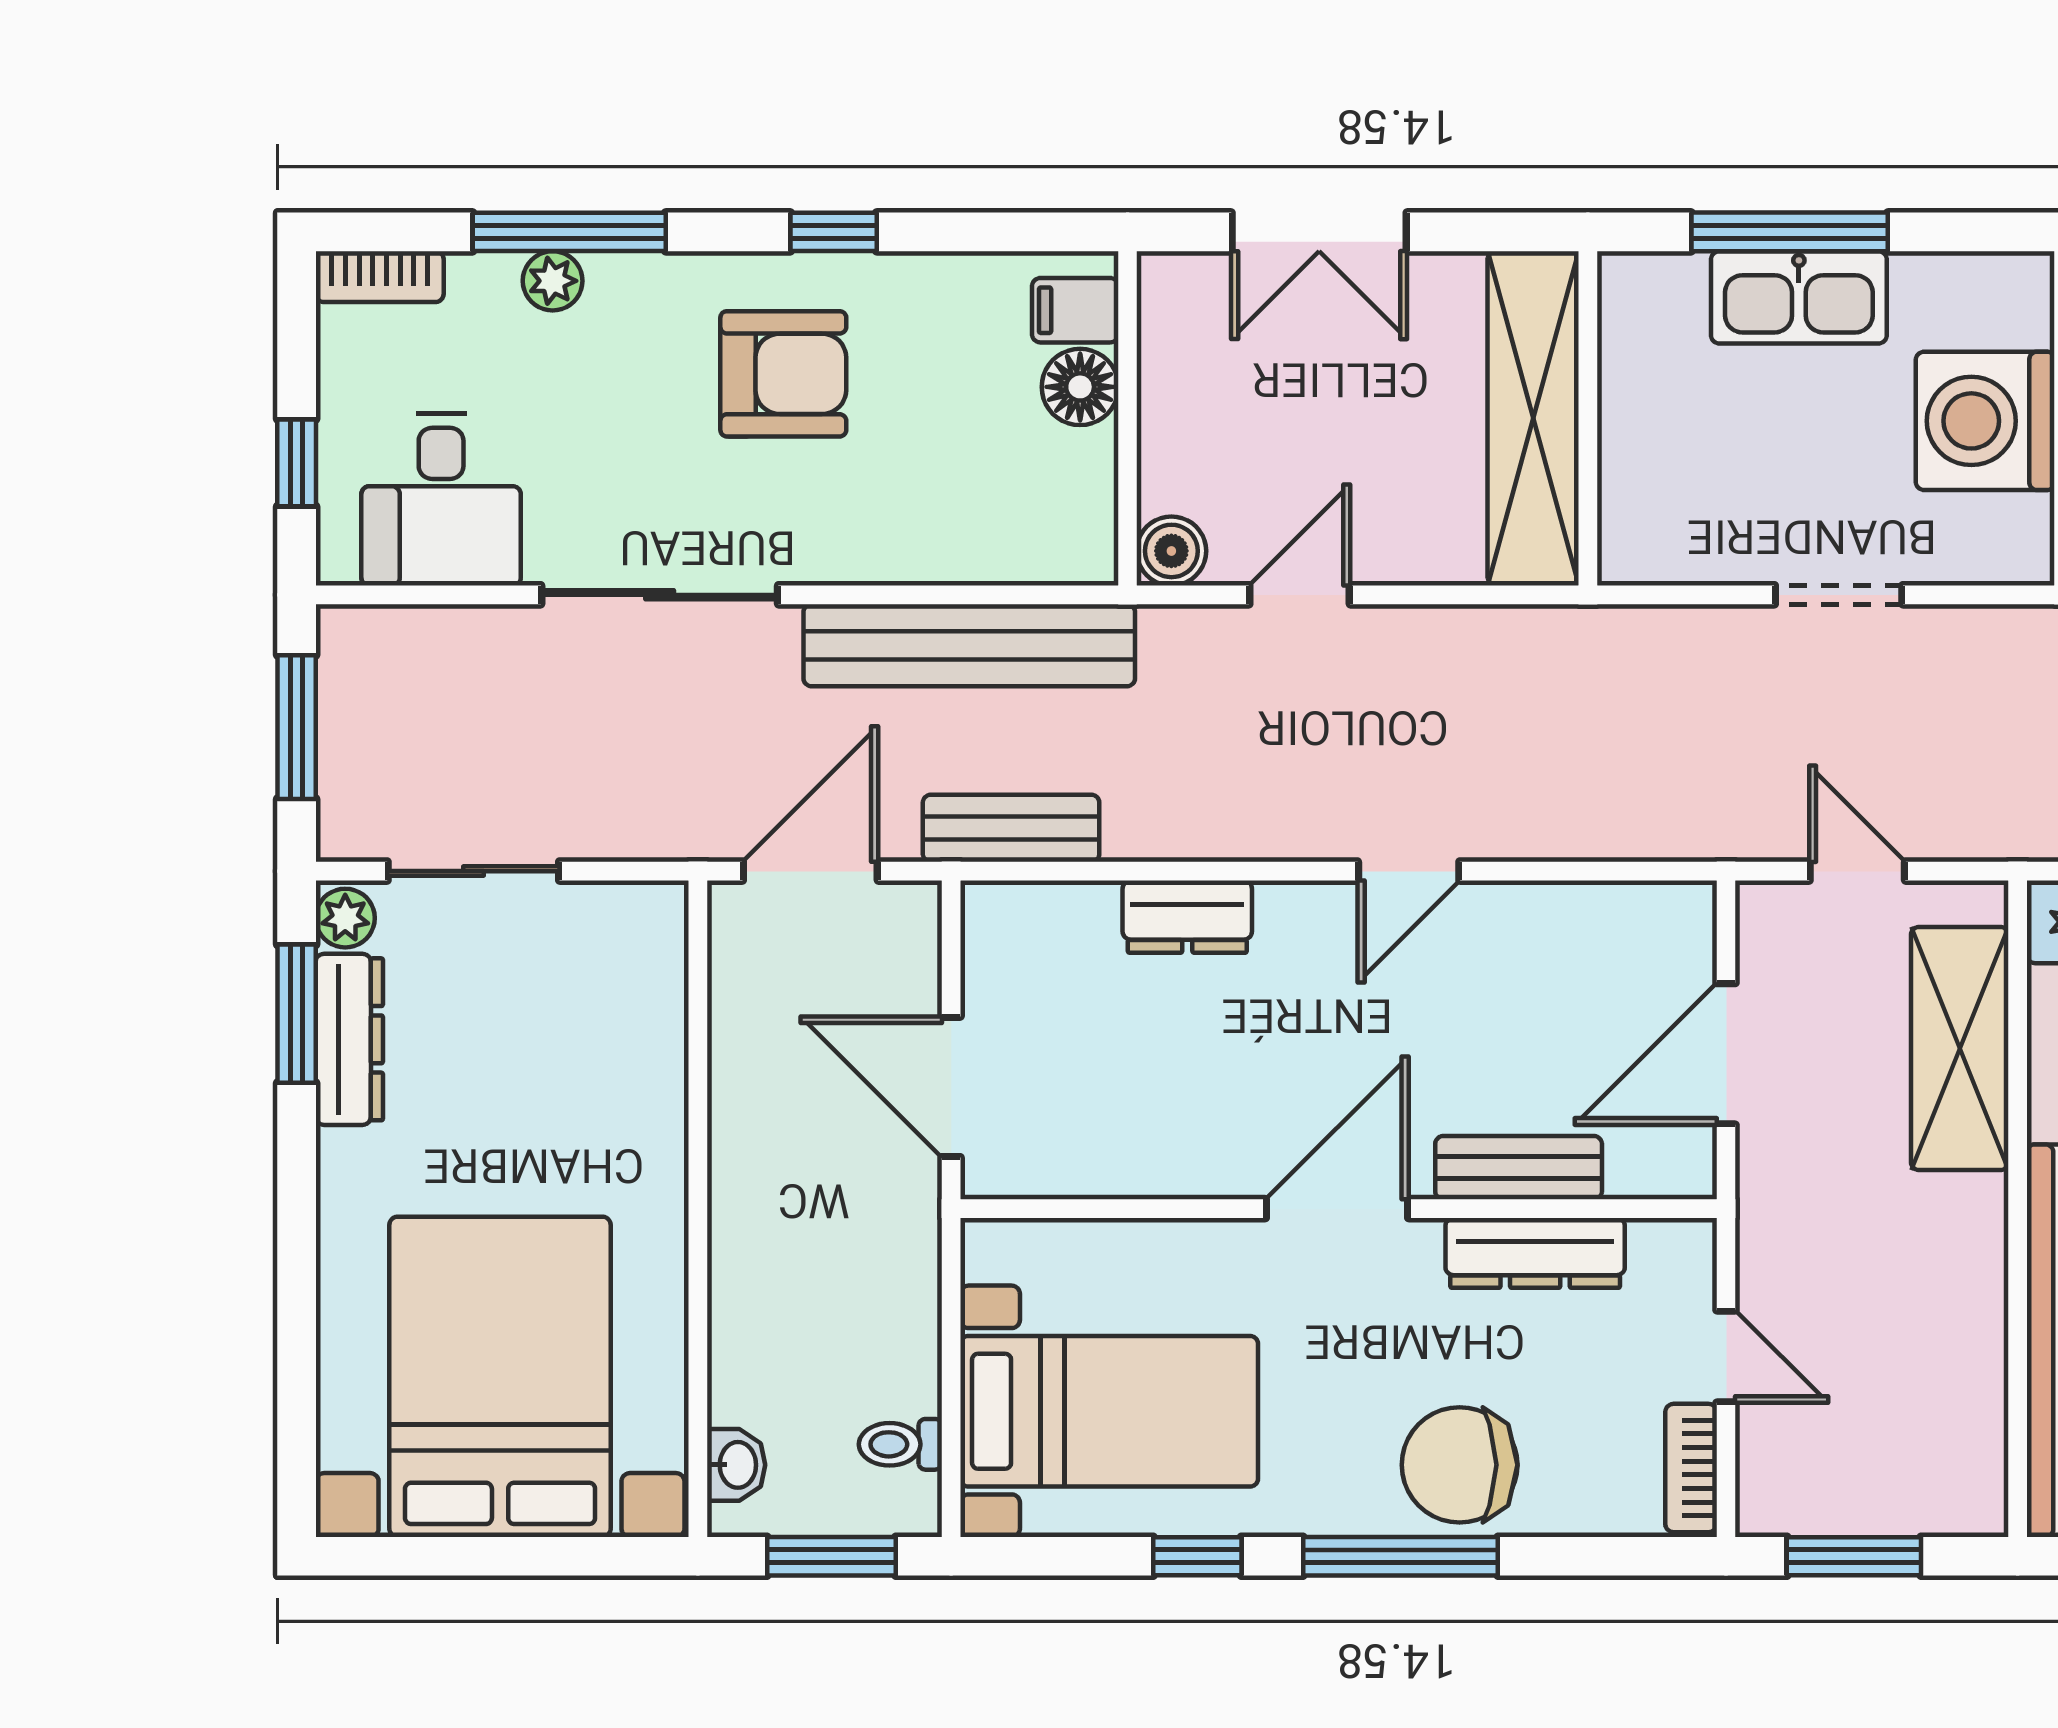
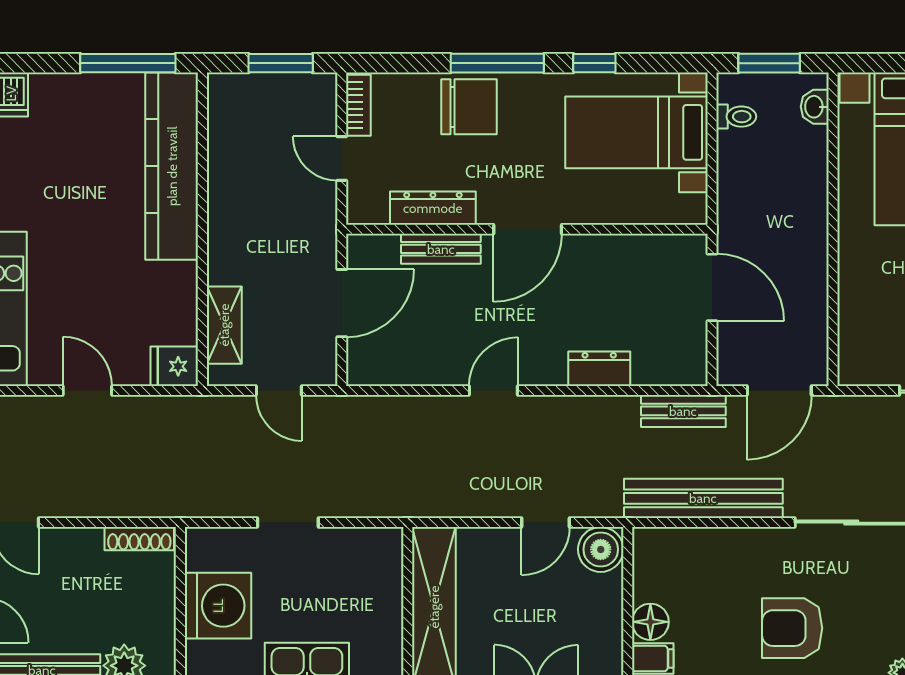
boiler: (1171, 551) -> (601, 549), width x1.36, depth x1.36
shelving: (1960, 1048) -> (224, 325), width x0.67, depth x0.75

